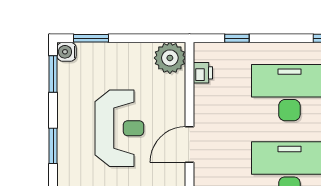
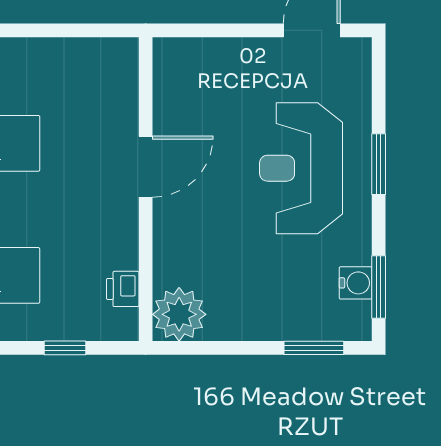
water cooler: (67, 52) -> (356, 283), moved
reception desk: (119, 128) -> (301, 168), moved

